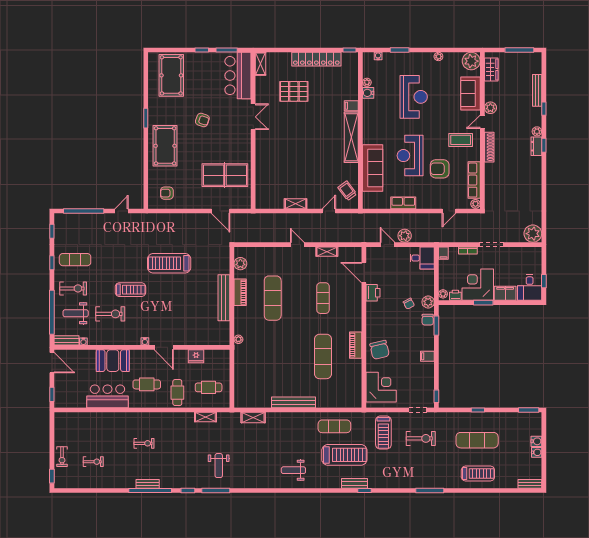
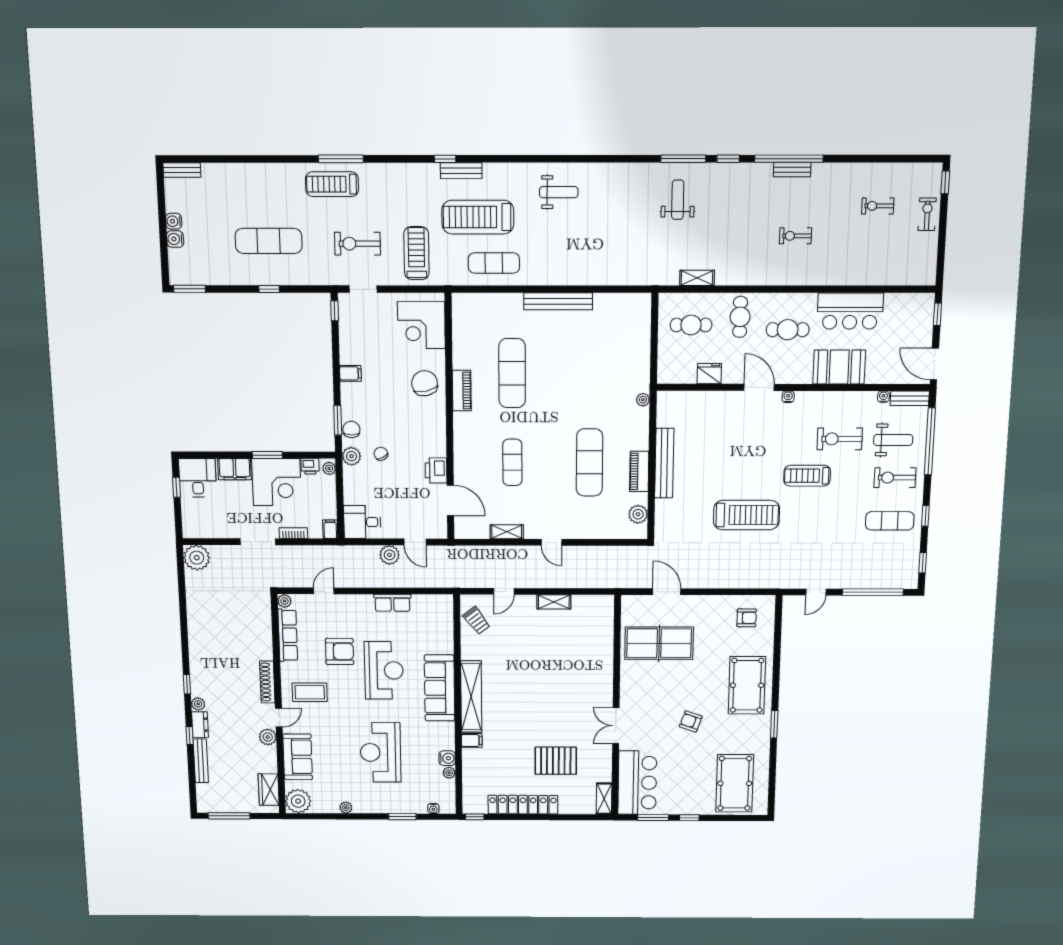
dresser: (536, 146) -> (200, 725), moved
sofa: (373, 168) -> (440, 688), moved
shelving: (253, 418) -> (622, 277), removed
treadmill: (478, 474) -> (332, 184), moved

